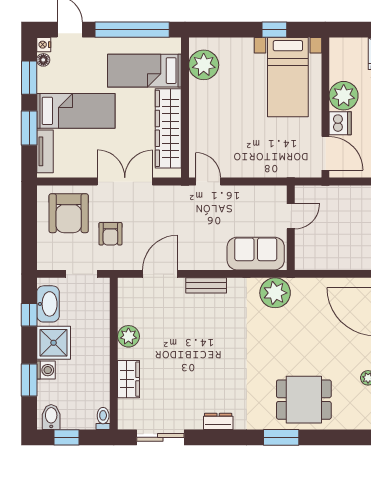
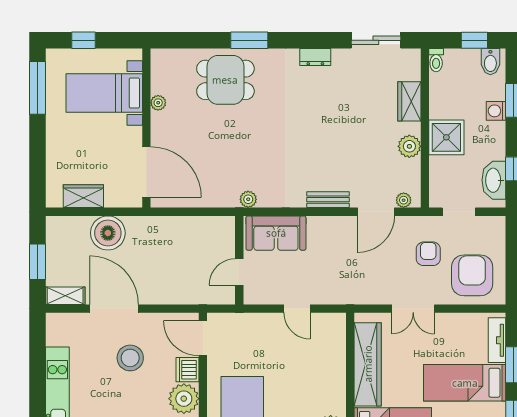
double door: (125, 182) -> (413, 309), width x0.73
door: (208, 182) -> (297, 309), moved
plant: (134, 285) -> (404, 200), added
plant: (275, 293) -> (248, 199), width x0.53, depth x0.53
shower: (54, 343) -> (446, 137), moved

